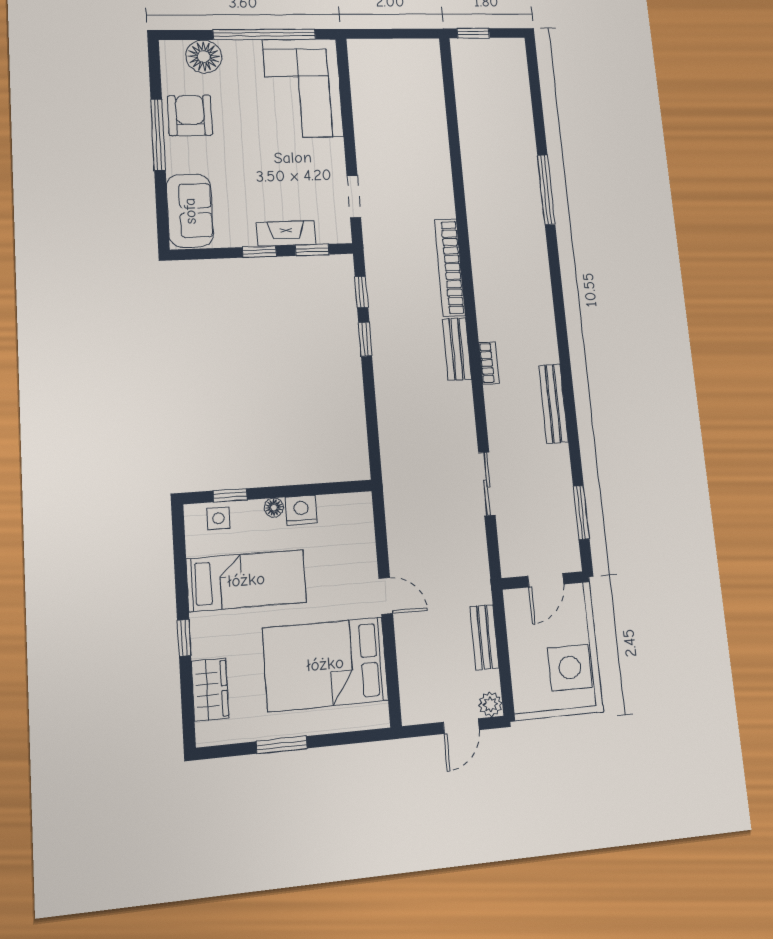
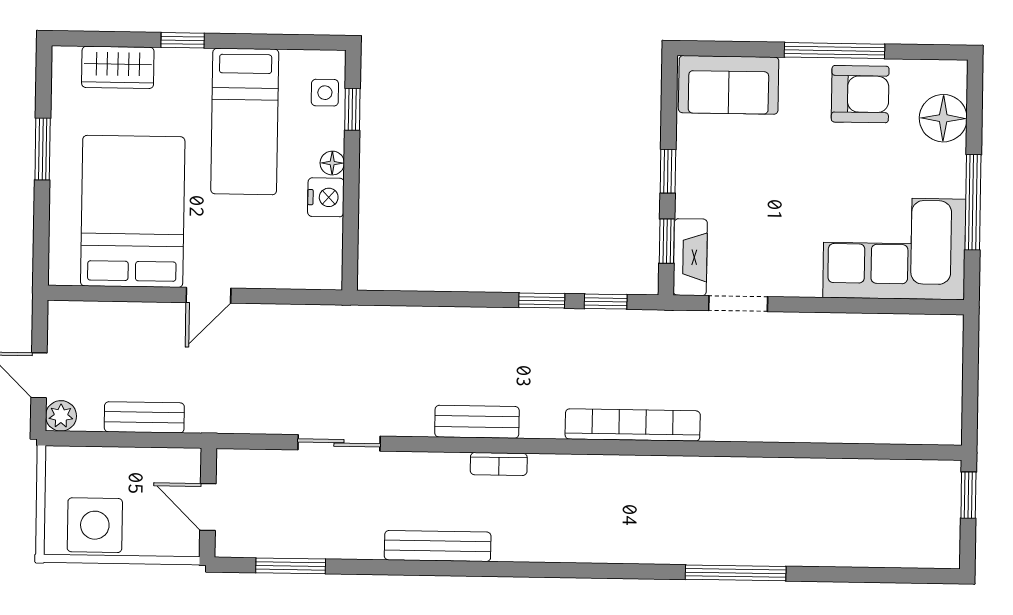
window: (264, 34) -> (973, 202), width x0.68
fireplace: (286, 233) -> (690, 257), moved
bench: (457, 349) -> (477, 422), moved

